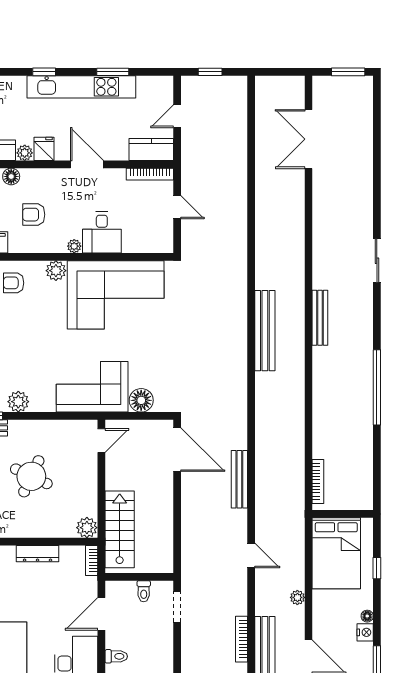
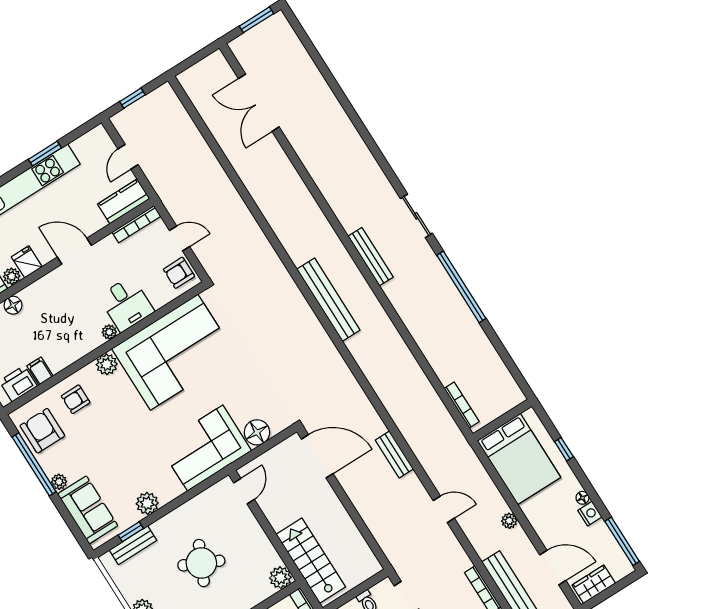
armchair: (34, 215) -> (179, 273), moved
sliding door: (377, 261) -> (416, 216), moved
bench: (239, 479) -> (394, 454), width x0.73

